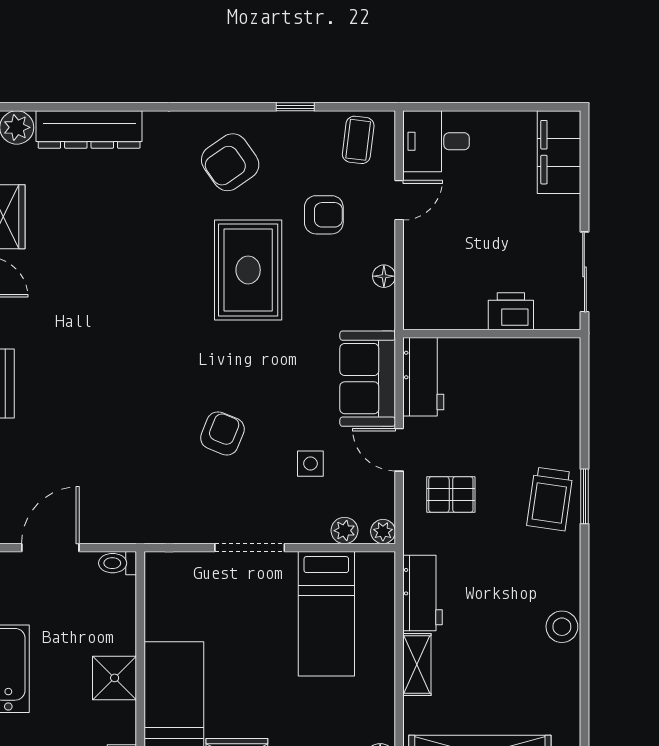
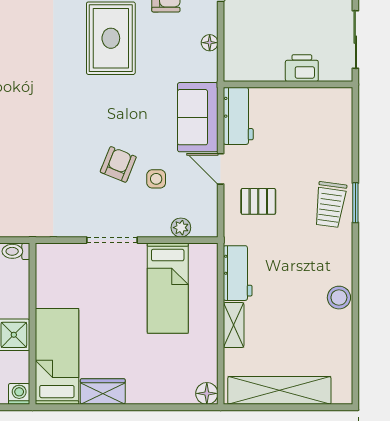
armchair: (222, 433) -> (118, 164), moved
plant: (383, 532) -> (209, 228), removed

